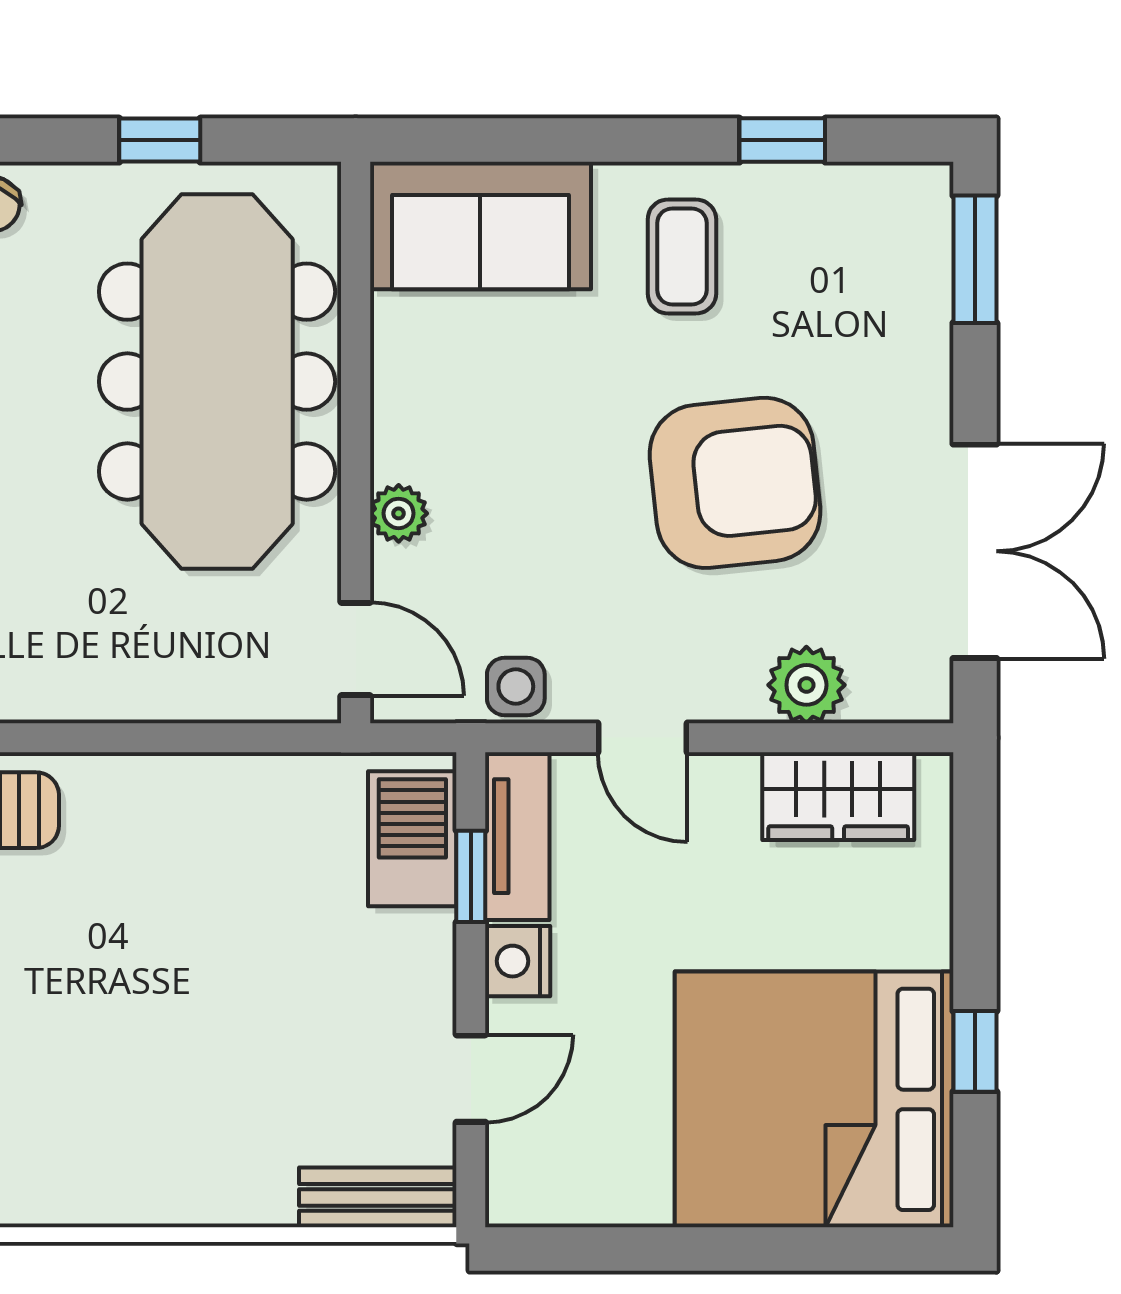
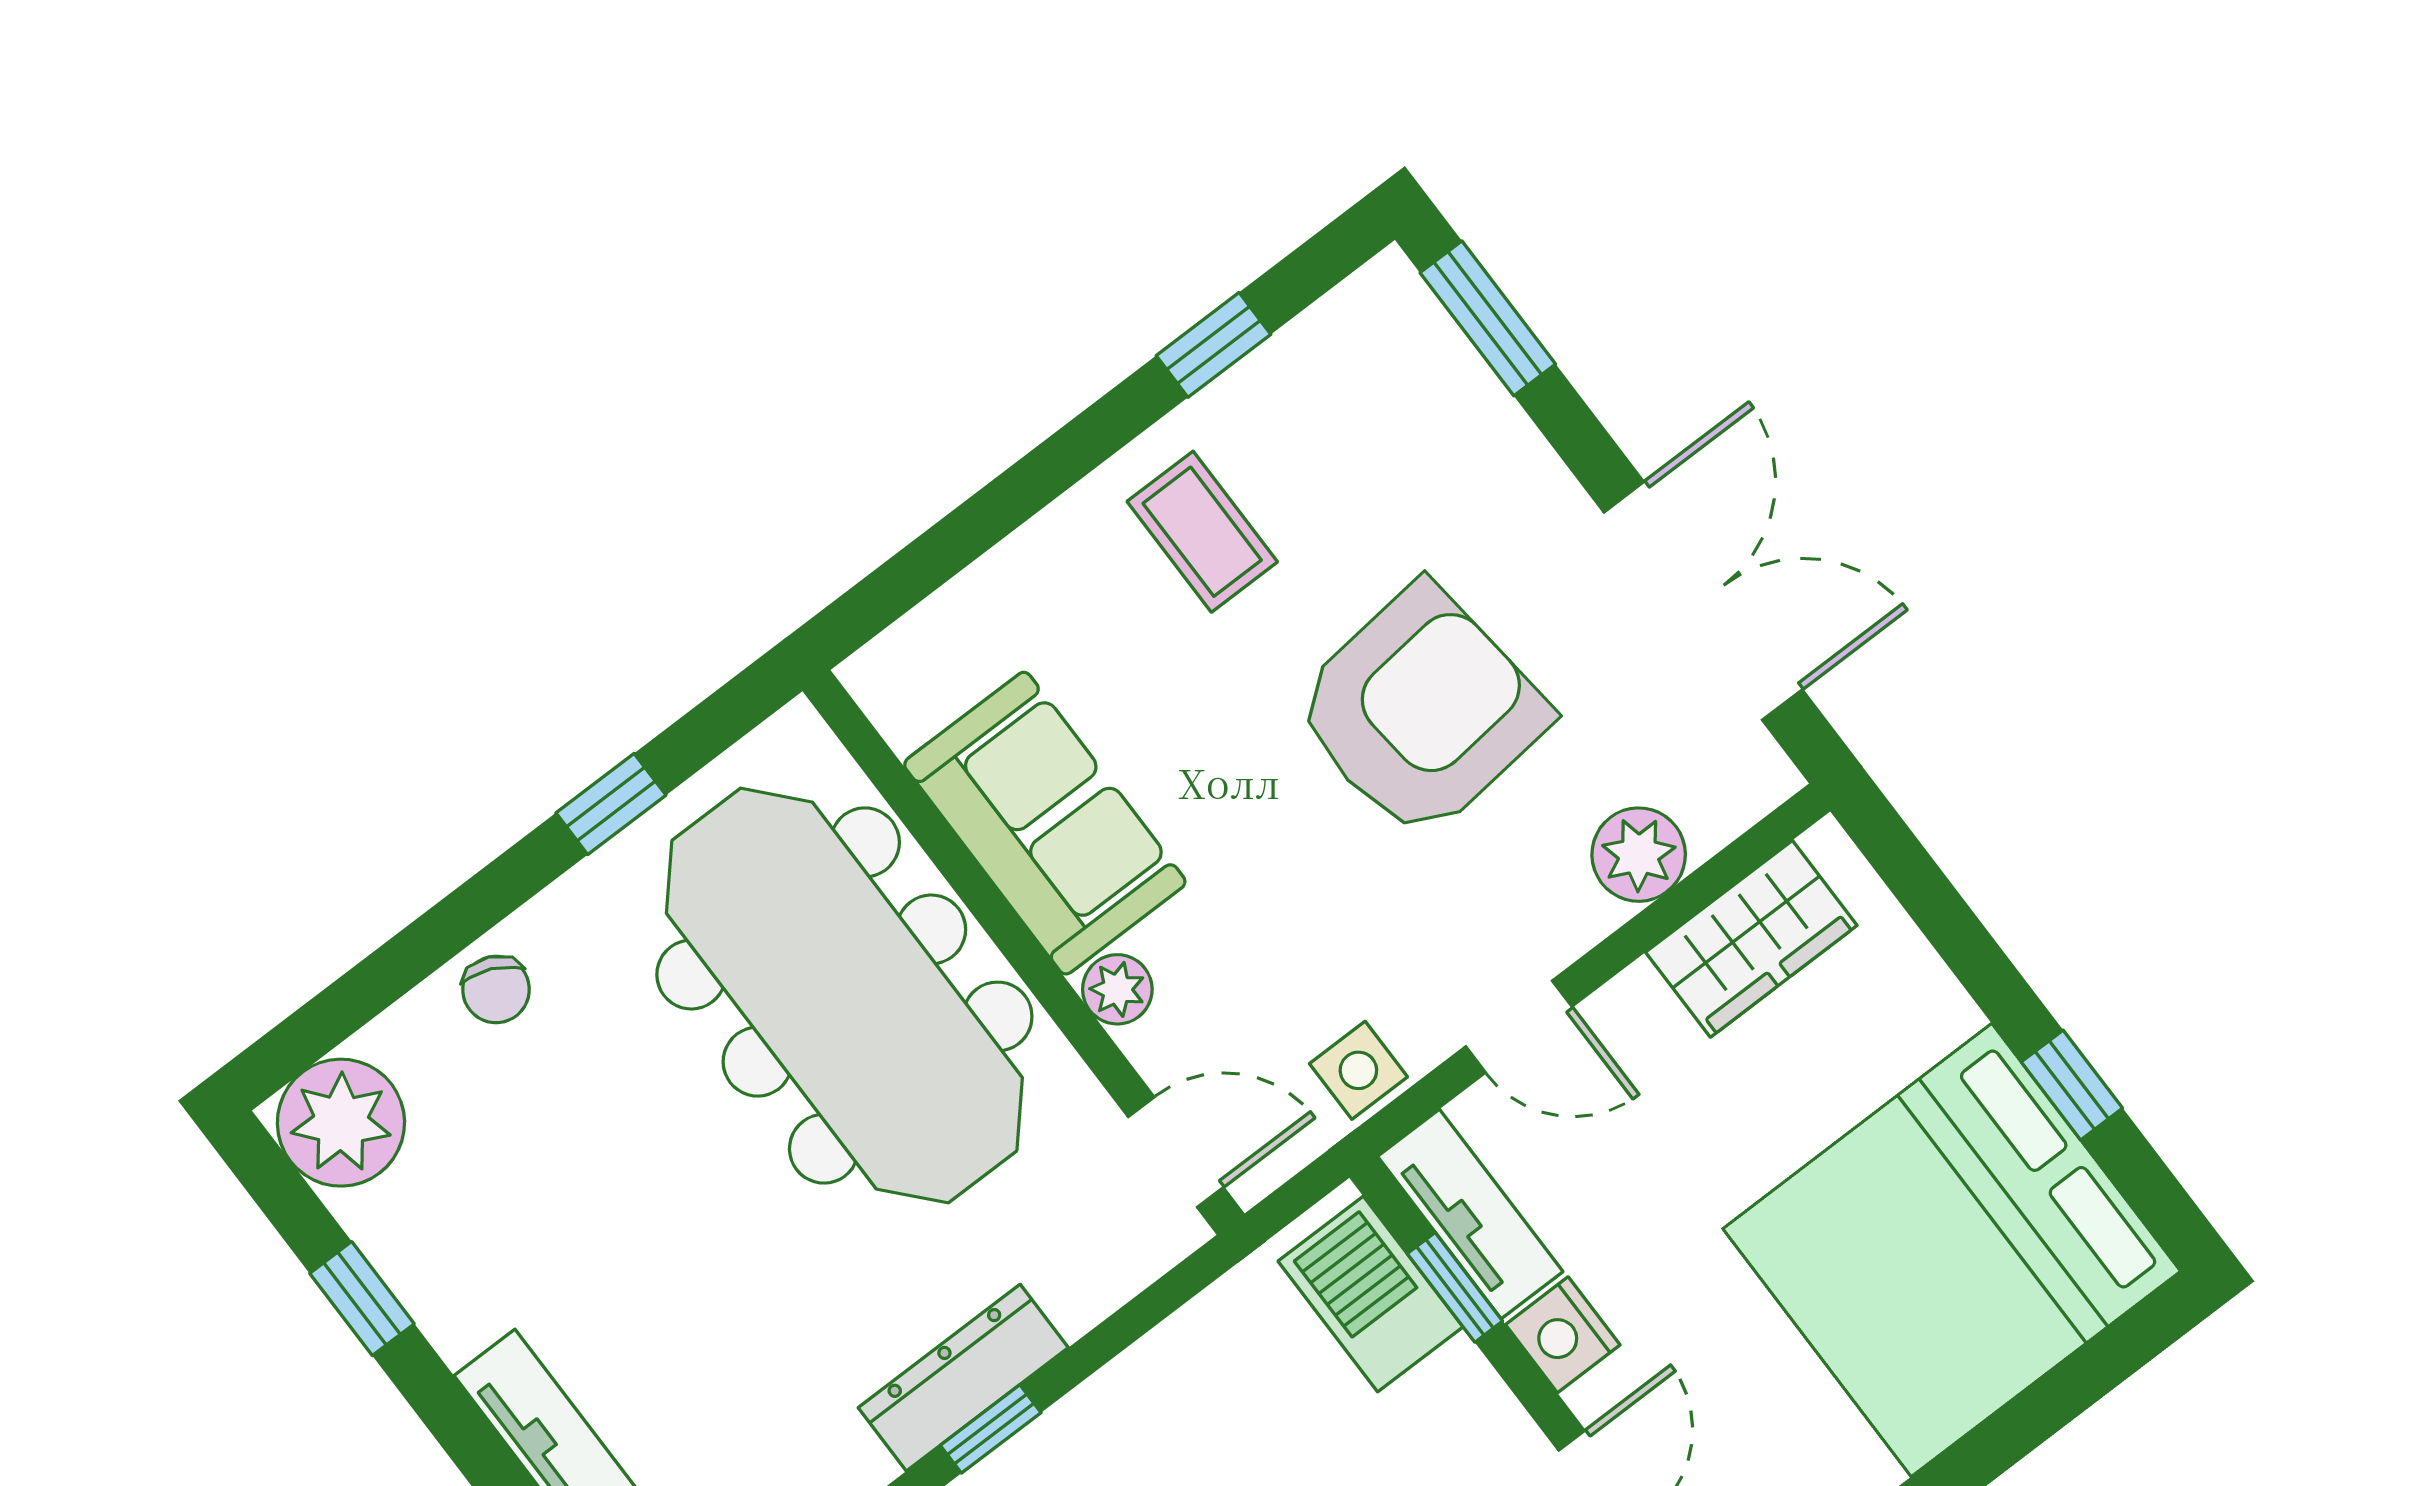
sofa: (480, 226) -> (1045, 823), moved, turned -90
dresser: (104, 691) -> (963, 1378), added
window: (97, 738) -> (991, 1429), added

